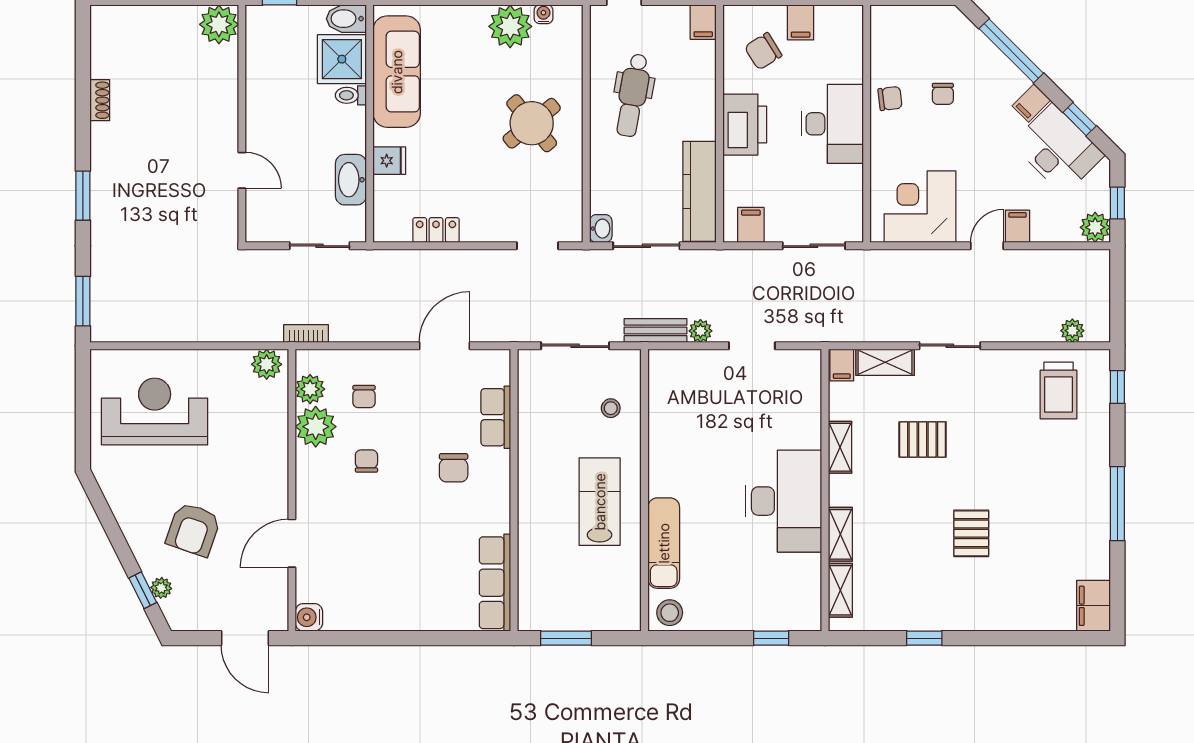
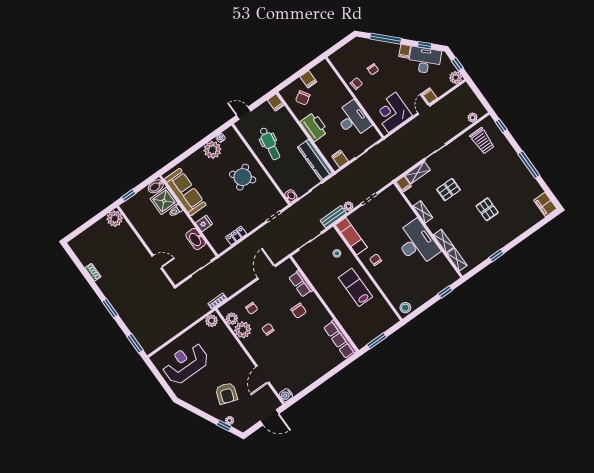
desk: (832, 124) -> (353, 119), moved
chair: (679, 476) -> (376, 260), added
exam couch: (664, 543) -> (351, 236), moved

